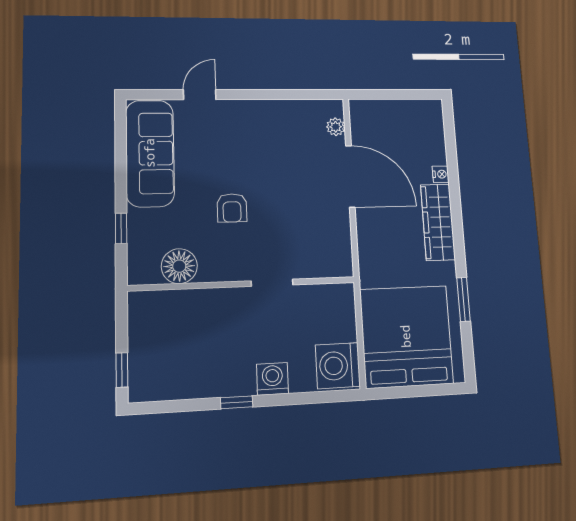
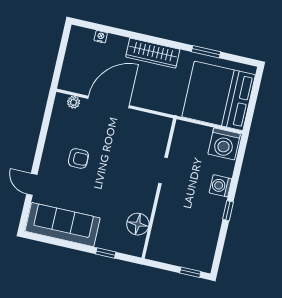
nightstand: (441, 174) -> (101, 37), moved
armchair: (232, 208) -> (78, 158), moved

